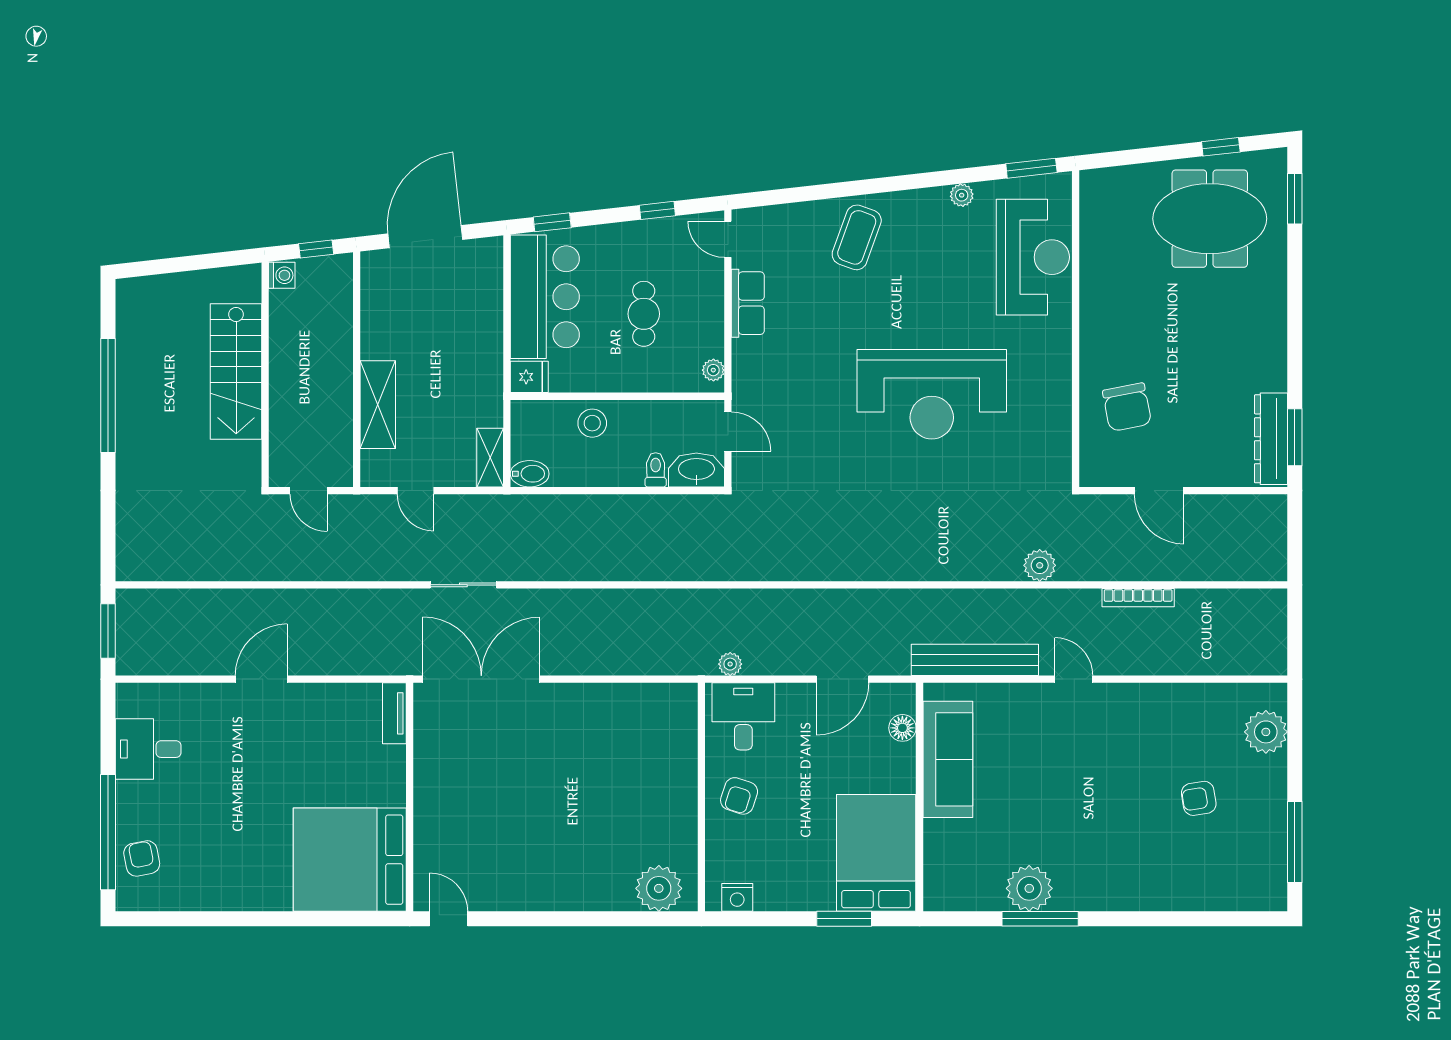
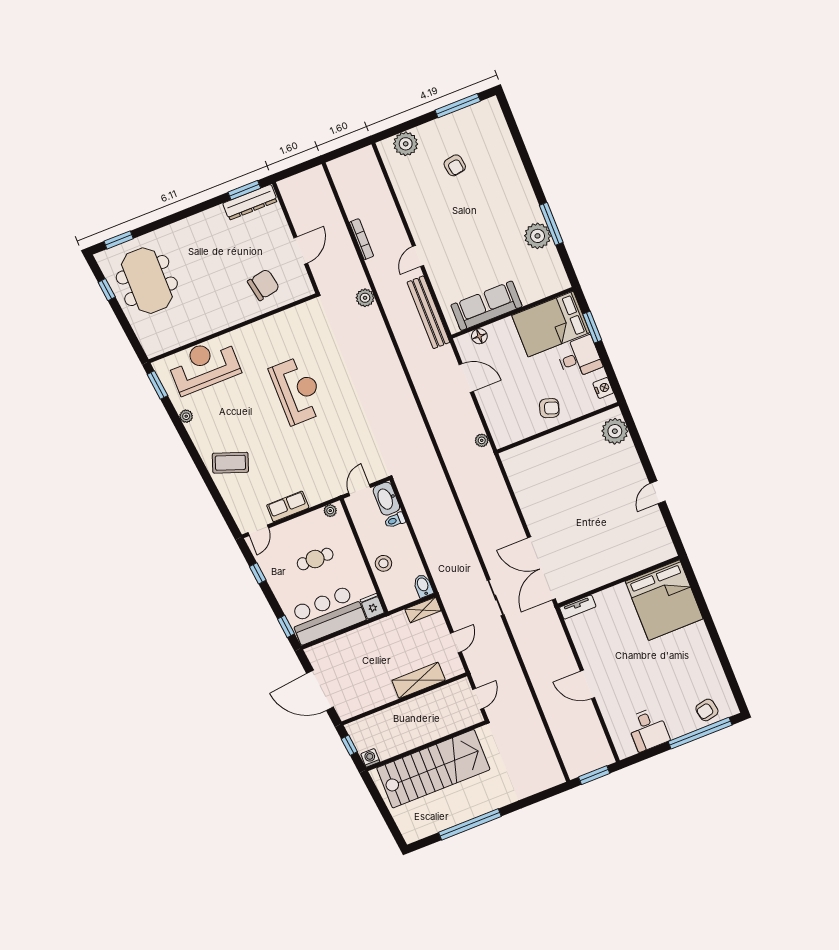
stairs: (236, 371) -> (433, 769), width x1.36, depth x1.51
reception desk: (932, 394) -> (297, 390), width x0.74, depth x0.77
desk: (743, 716) -> (579, 357), moved, turned 180
door: (449, 919) -> (658, 492), moved

